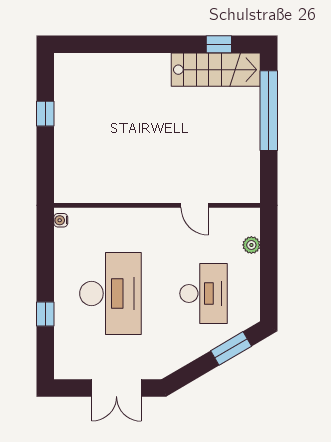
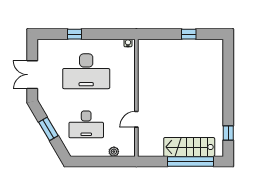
stairs: (216, 70) -> (189, 147), moved, turned 90
window: (231, 348) -> (48, 129), moved

